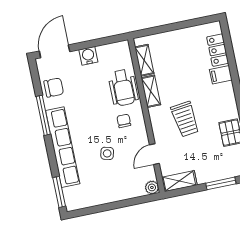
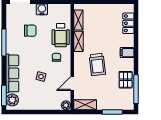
filing cabinet: (221, 75) -> (127, 53), moved
chair: (54, 88) -> (30, 31), moved
row of seats: (63, 147) -> (12, 73), width x0.73
plant: (72, 196) -> (12, 100), added

